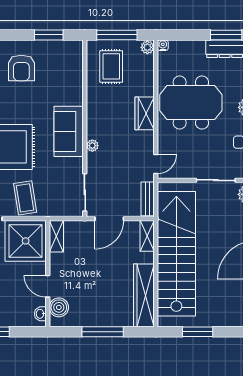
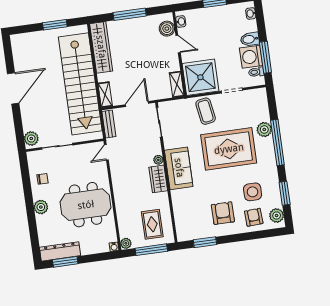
wardrobe: (145, 113) -> (158, 179), moved, turned 180

